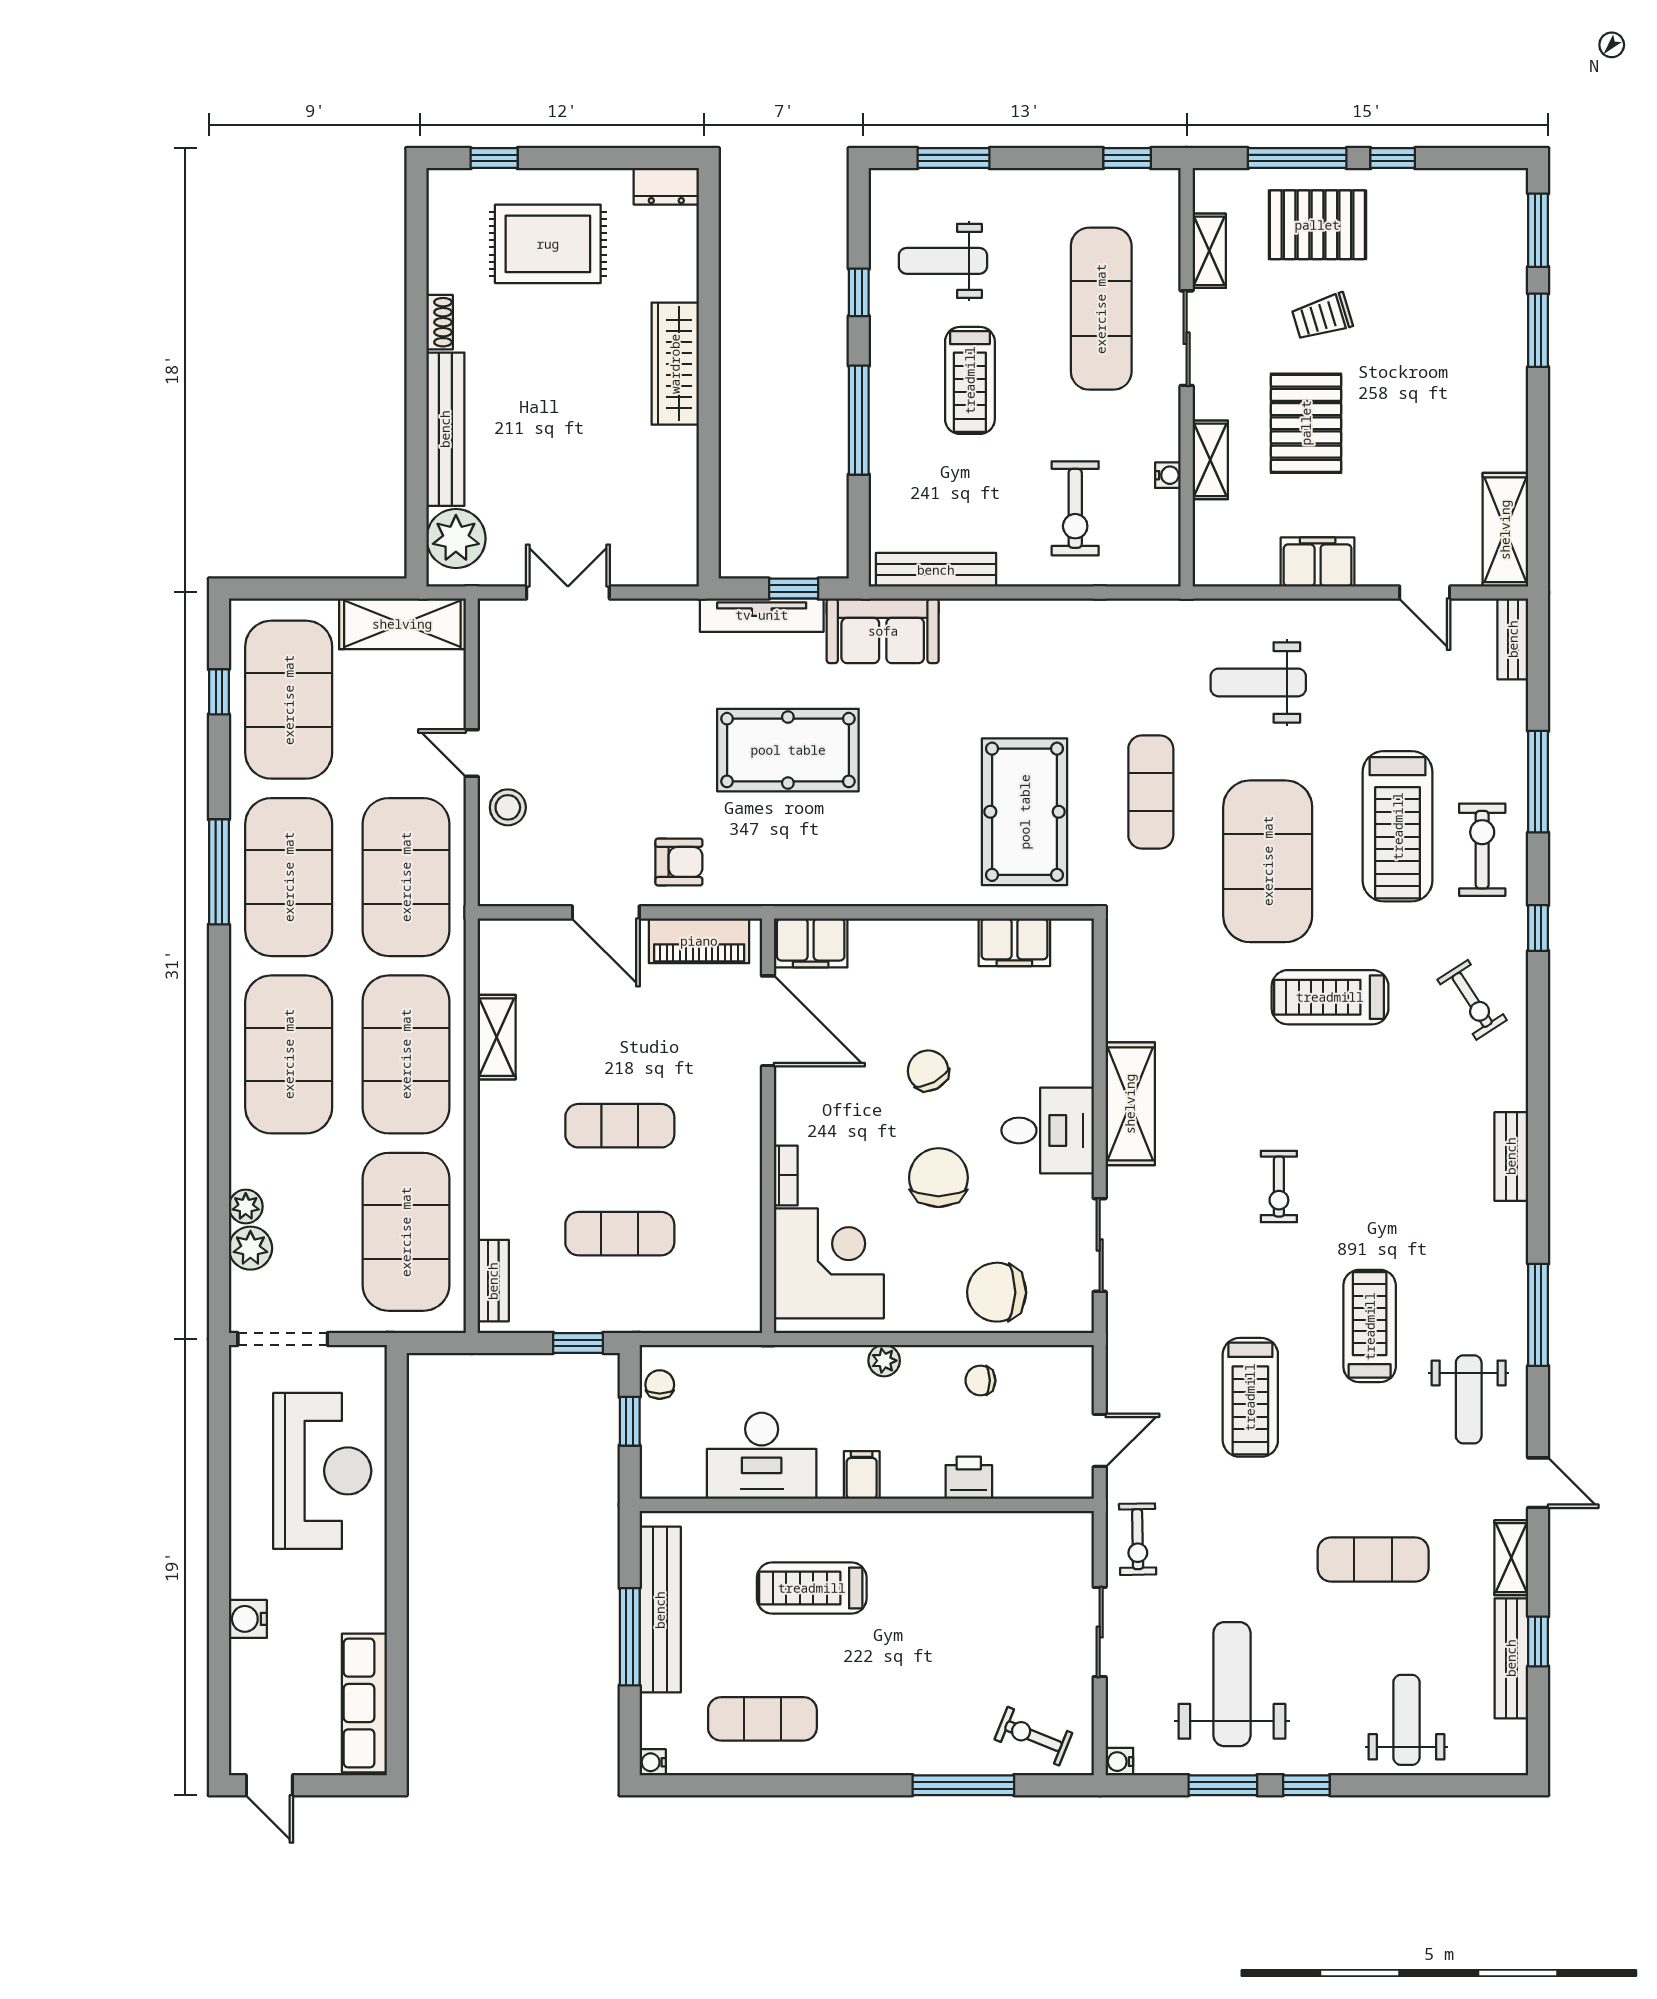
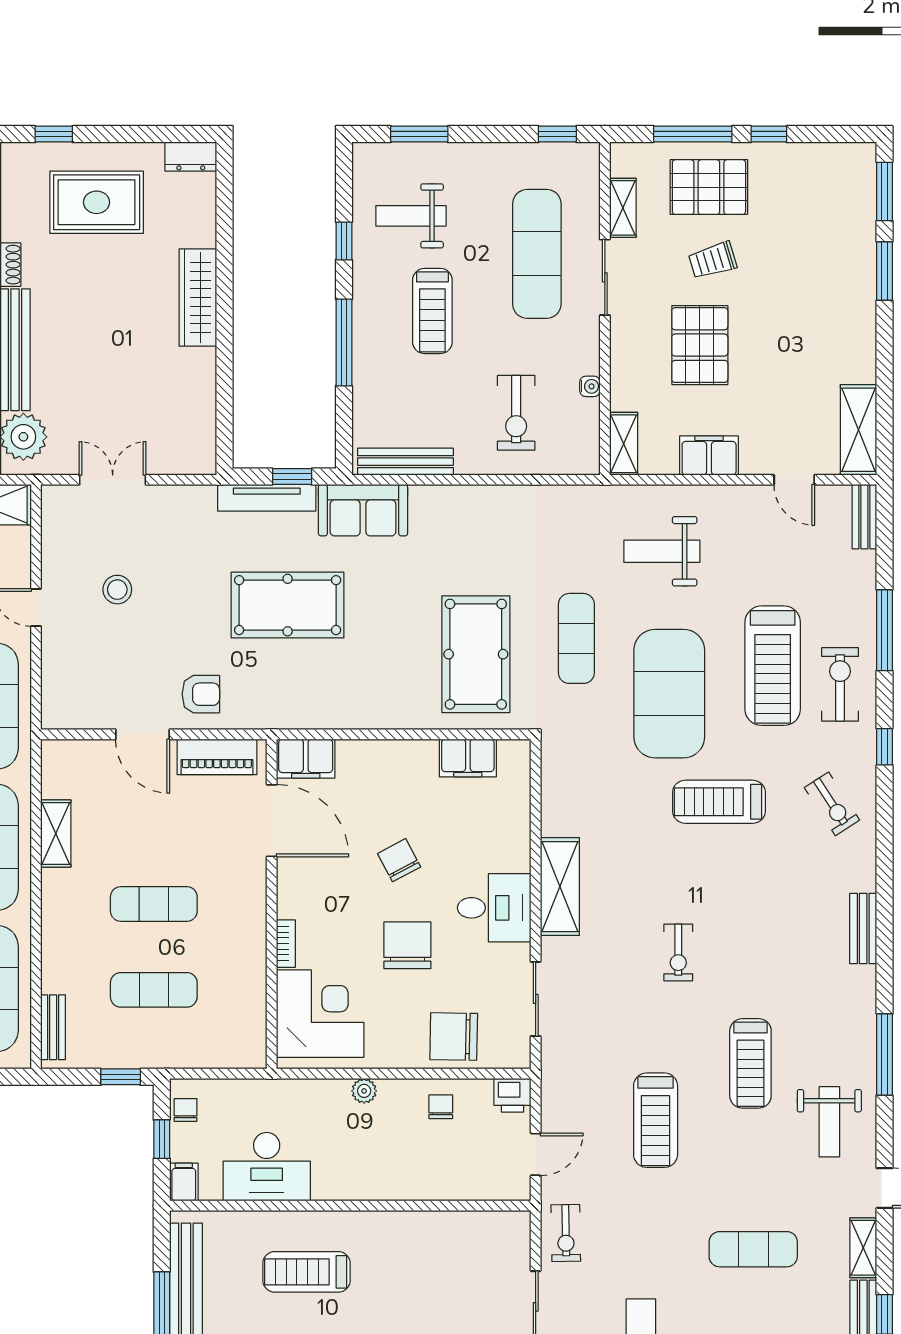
shelving: (1210, 460) -> (624, 444), moved
stool: (508, 807) -> (117, 590), moved
treadmill: (1370, 1326) -> (750, 1063), turned 180
chair: (980, 1380) -> (441, 1107), turned 90
filing cabinet: (862, 1475) -> (184, 1182), moved
printer: (969, 1478) -> (512, 1095), moved, turned 180

